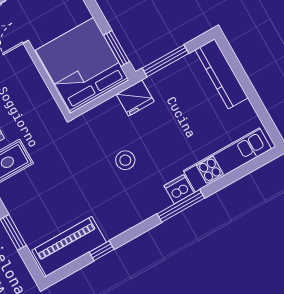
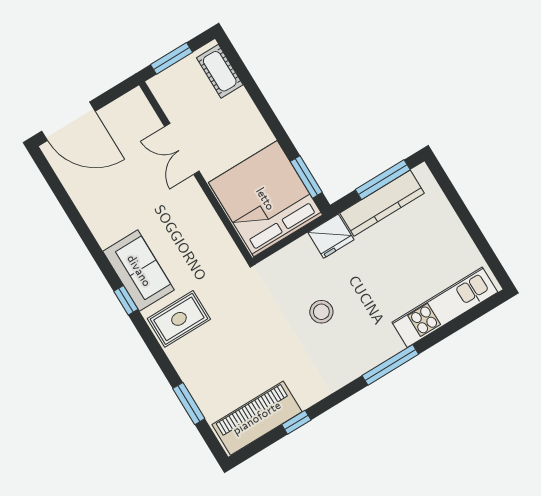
window: (165, 61) -> (383, 180), moved
kitchen counter: (221, 74) -> (382, 203), moved, turned -90
dishwasher: (179, 189) -> (387, 345), removed

